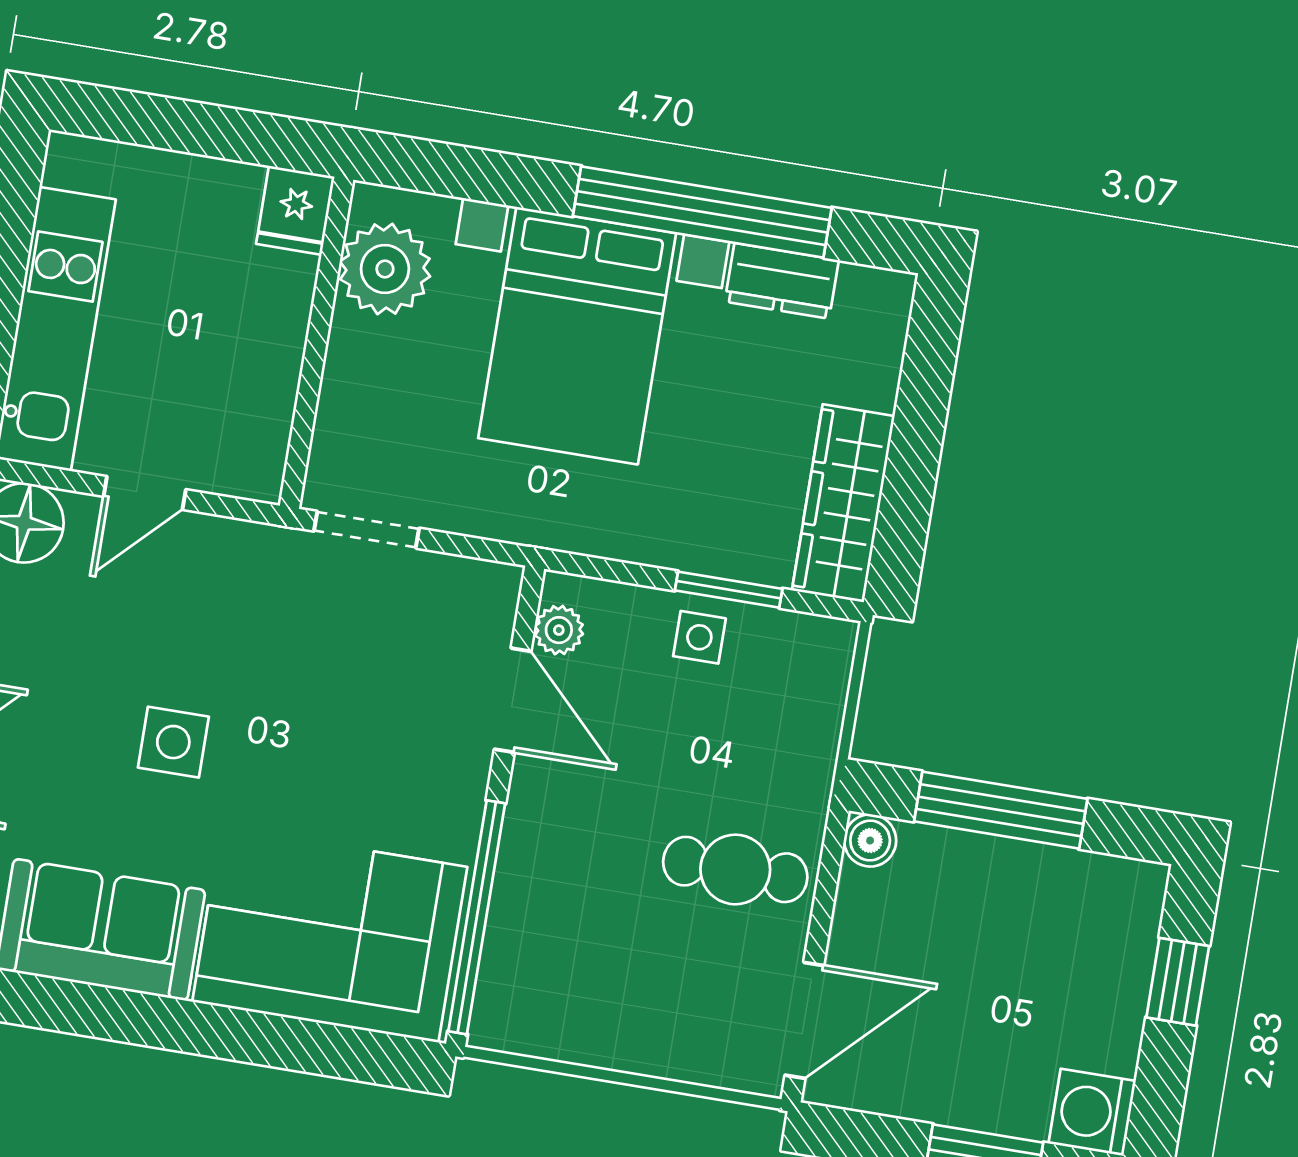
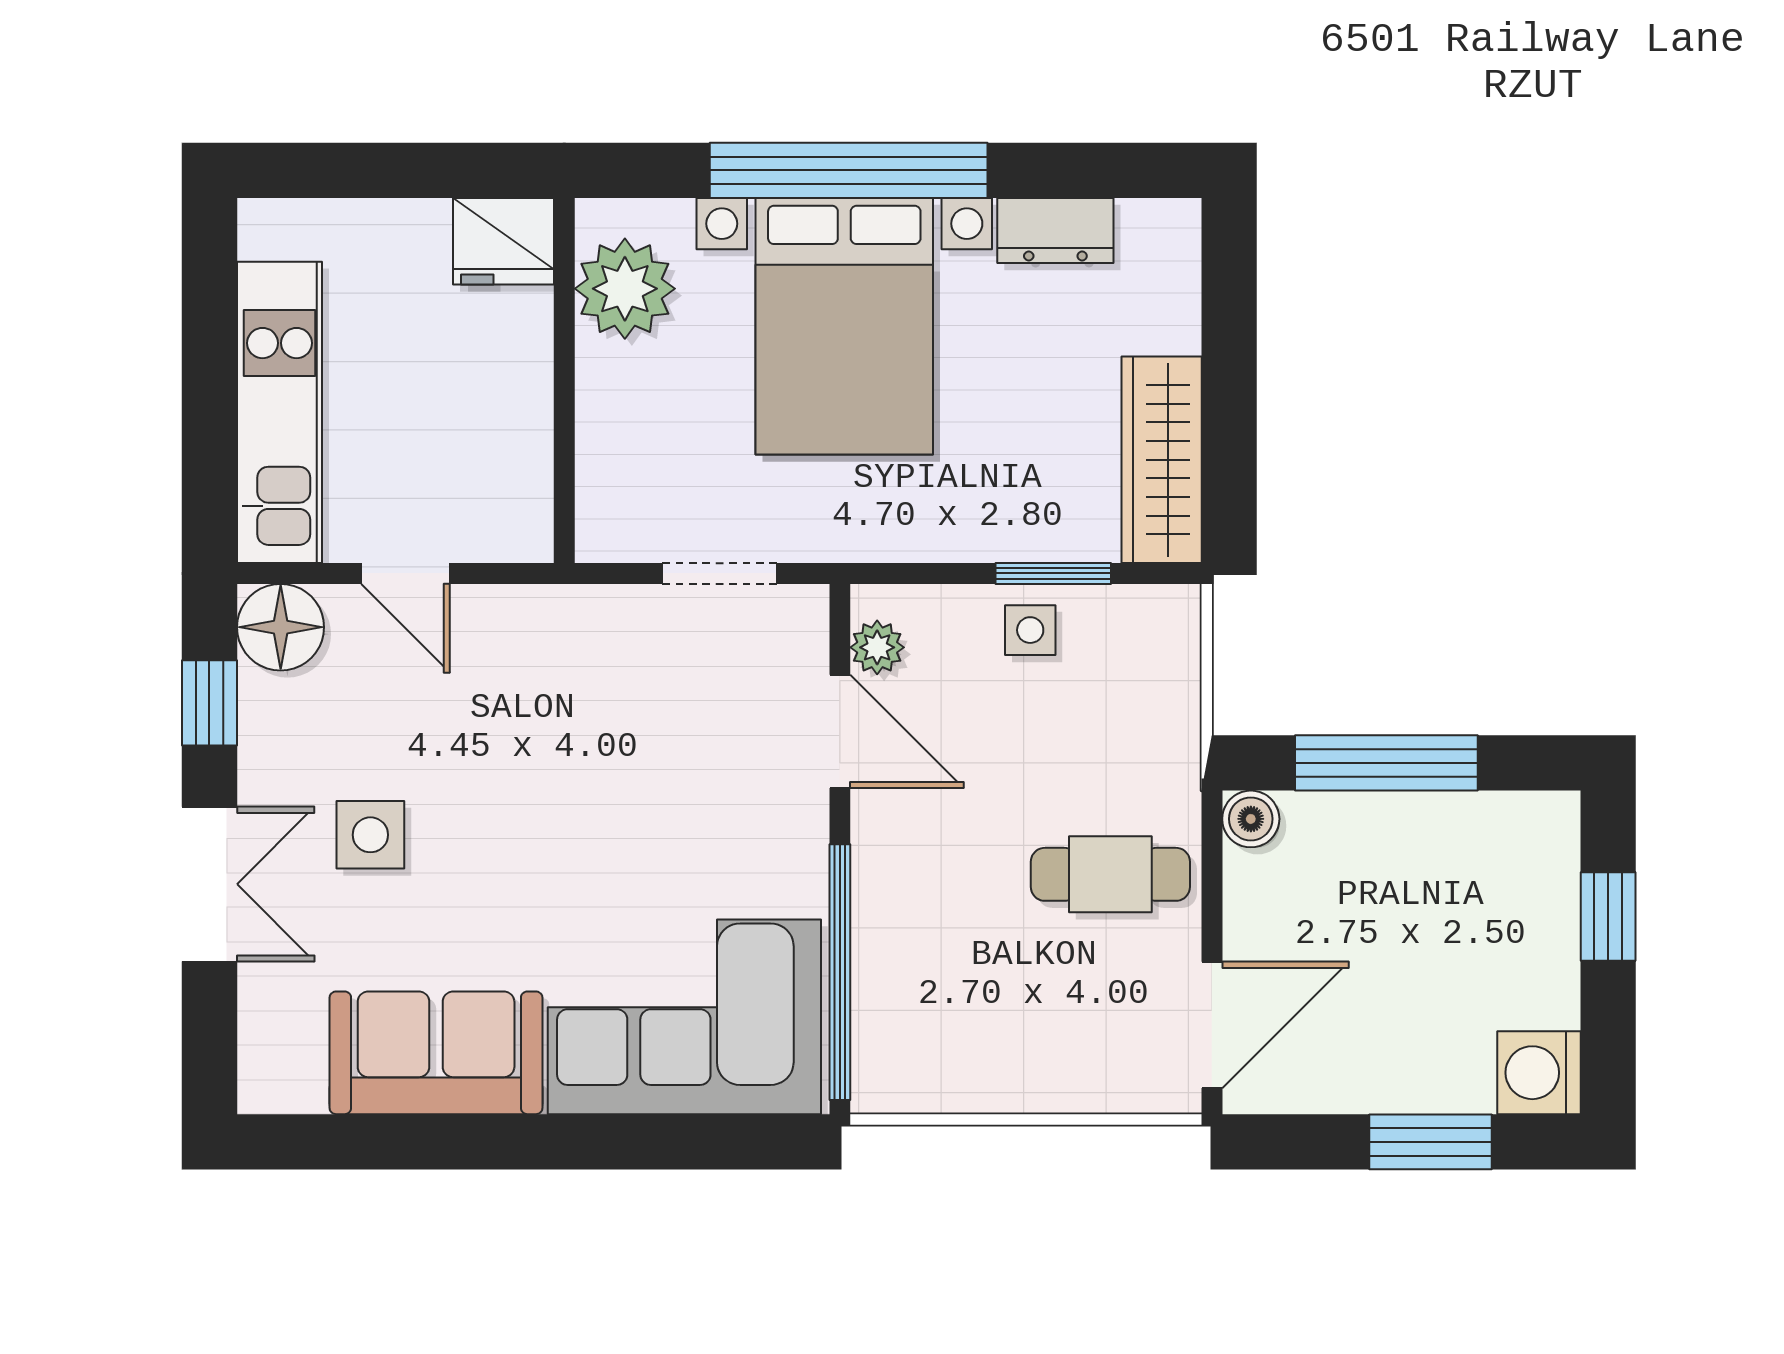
fridge: (295, 210) -> (504, 241), width x1.38
window: (702, 212) -> (849, 170), moved
door: (145, 493) -> (406, 573), hinge flipped
doorway: (366, 530) -> (719, 573), moved
side table: (173, 742) -> (370, 835), moved

